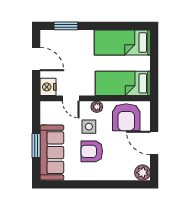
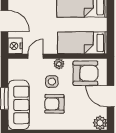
door: (71, 98) -> (36, 56), swing flipped
armchair: (126, 117) -> (85, 73), turned -90

